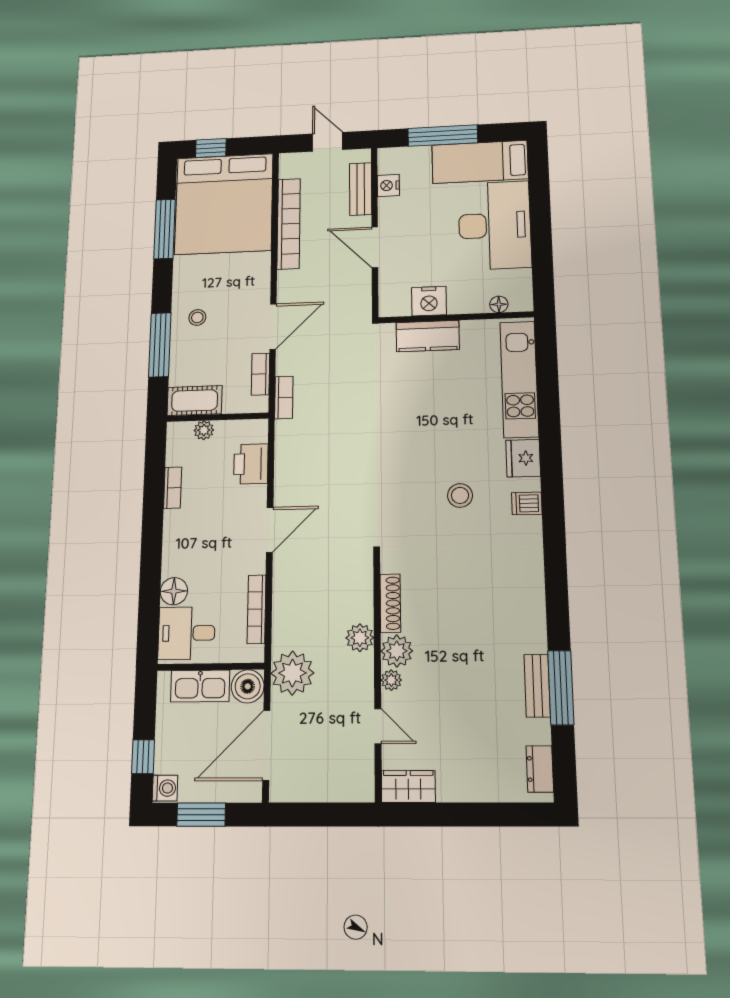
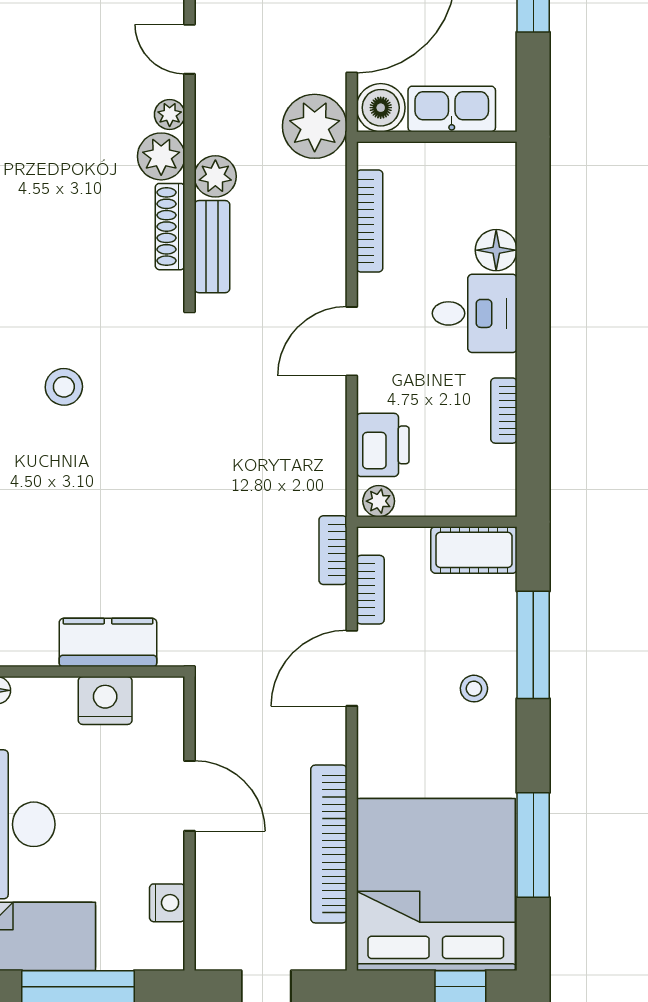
bench: (361, 189) -> (212, 247), moved
plant: (204, 430) -> (379, 501), moved
desk: (186, 633) -> (475, 313), moved

